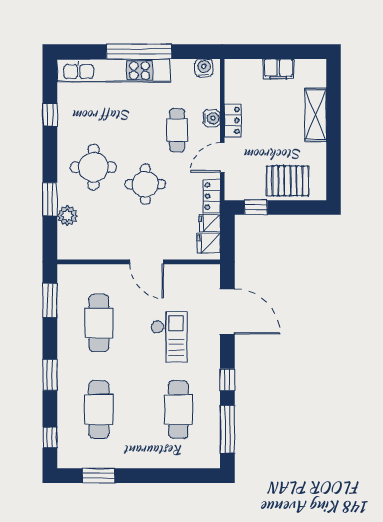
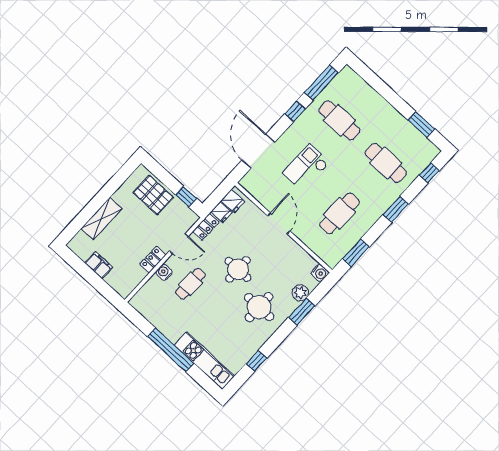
water cooler: (204, 68) -> (320, 273), moved, turned -90
kitchen unit: (114, 71) -> (204, 361), width x0.73
cafe table: (99, 409) -> (386, 163), turned 90
cafe table: (178, 409) -> (339, 120), turned 90

